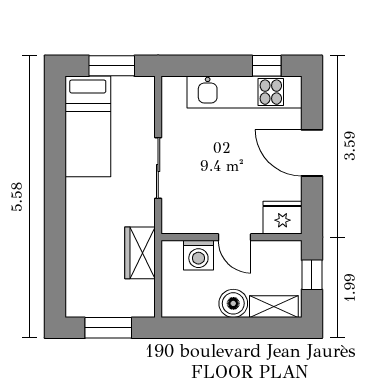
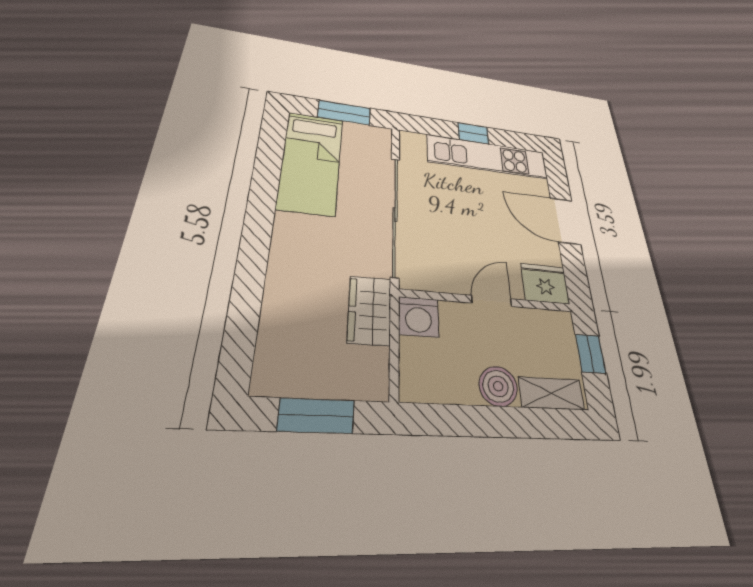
window: (267, 66) -> (473, 133), moved
sliding door: (158, 168) -> (395, 215), width x1.86
door: (235, 237) -> (492, 301), swing flipped
washing machine: (198, 255) -> (419, 317), moved

